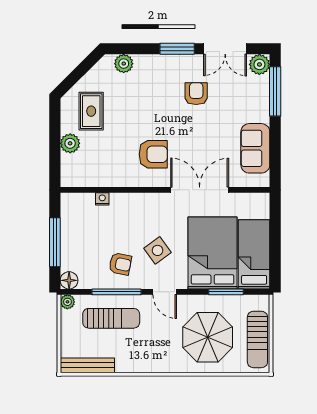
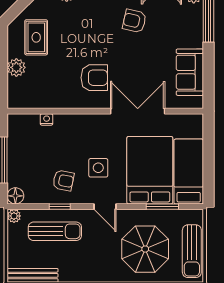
armchair: (196, 94) -> (134, 21), turned -77
side table: (158, 250) -> (98, 168), turned 36
window: (116, 292) -> (60, 207), width x0.46

